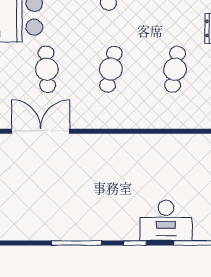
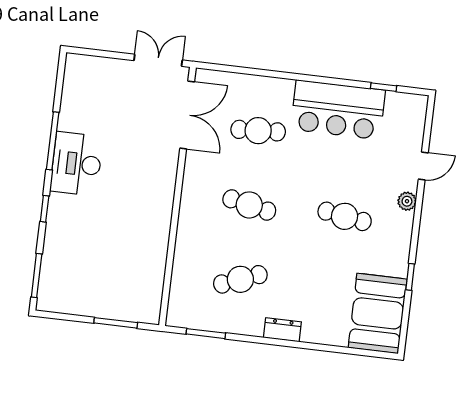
cafe table: (175, 69) -> (240, 279), turned -30
desk: (166, 220) -> (76, 164), moved

